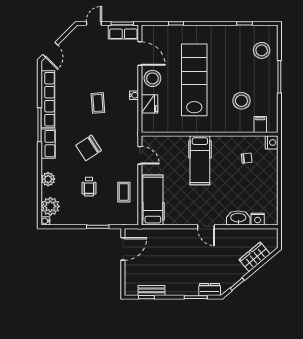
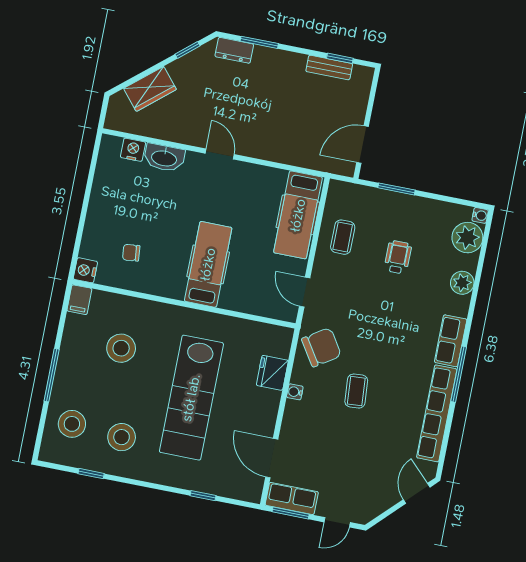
stool: (152, 78) -> (122, 437), moved
filing cabinet: (260, 124) -> (79, 300), moved
chair: (89, 148) -> (321, 347), moved

